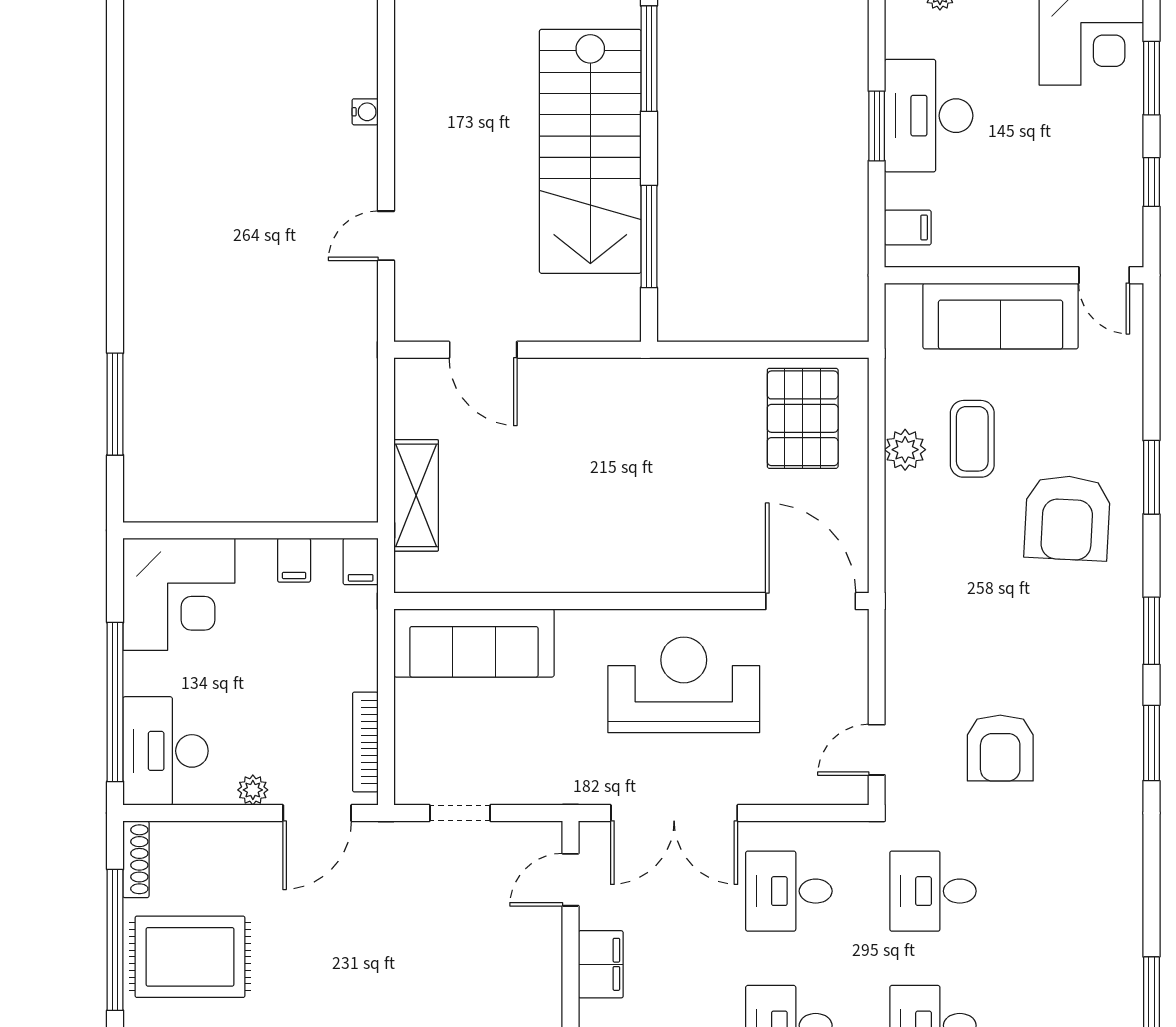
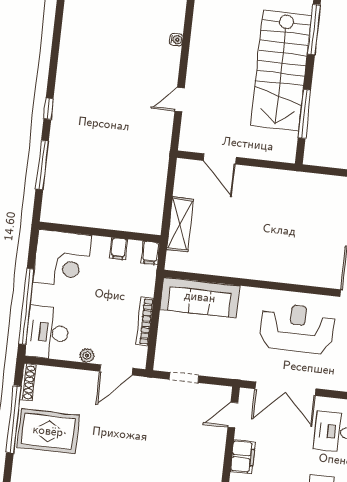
window: (115, 285) -> (48, 109), added
bookcase: (365, 742) -> (145, 321), moved

